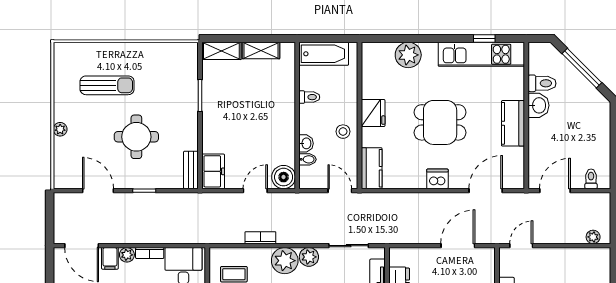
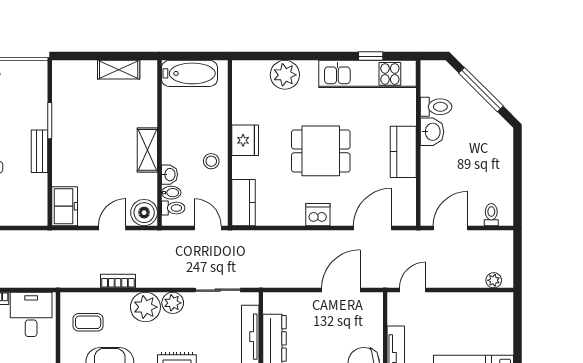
shelving: (221, 51) -> (147, 150), moved, turned 90
toilet: (309, 97) -> (173, 208), moved
bench: (191, 170) -> (40, 151), moved

